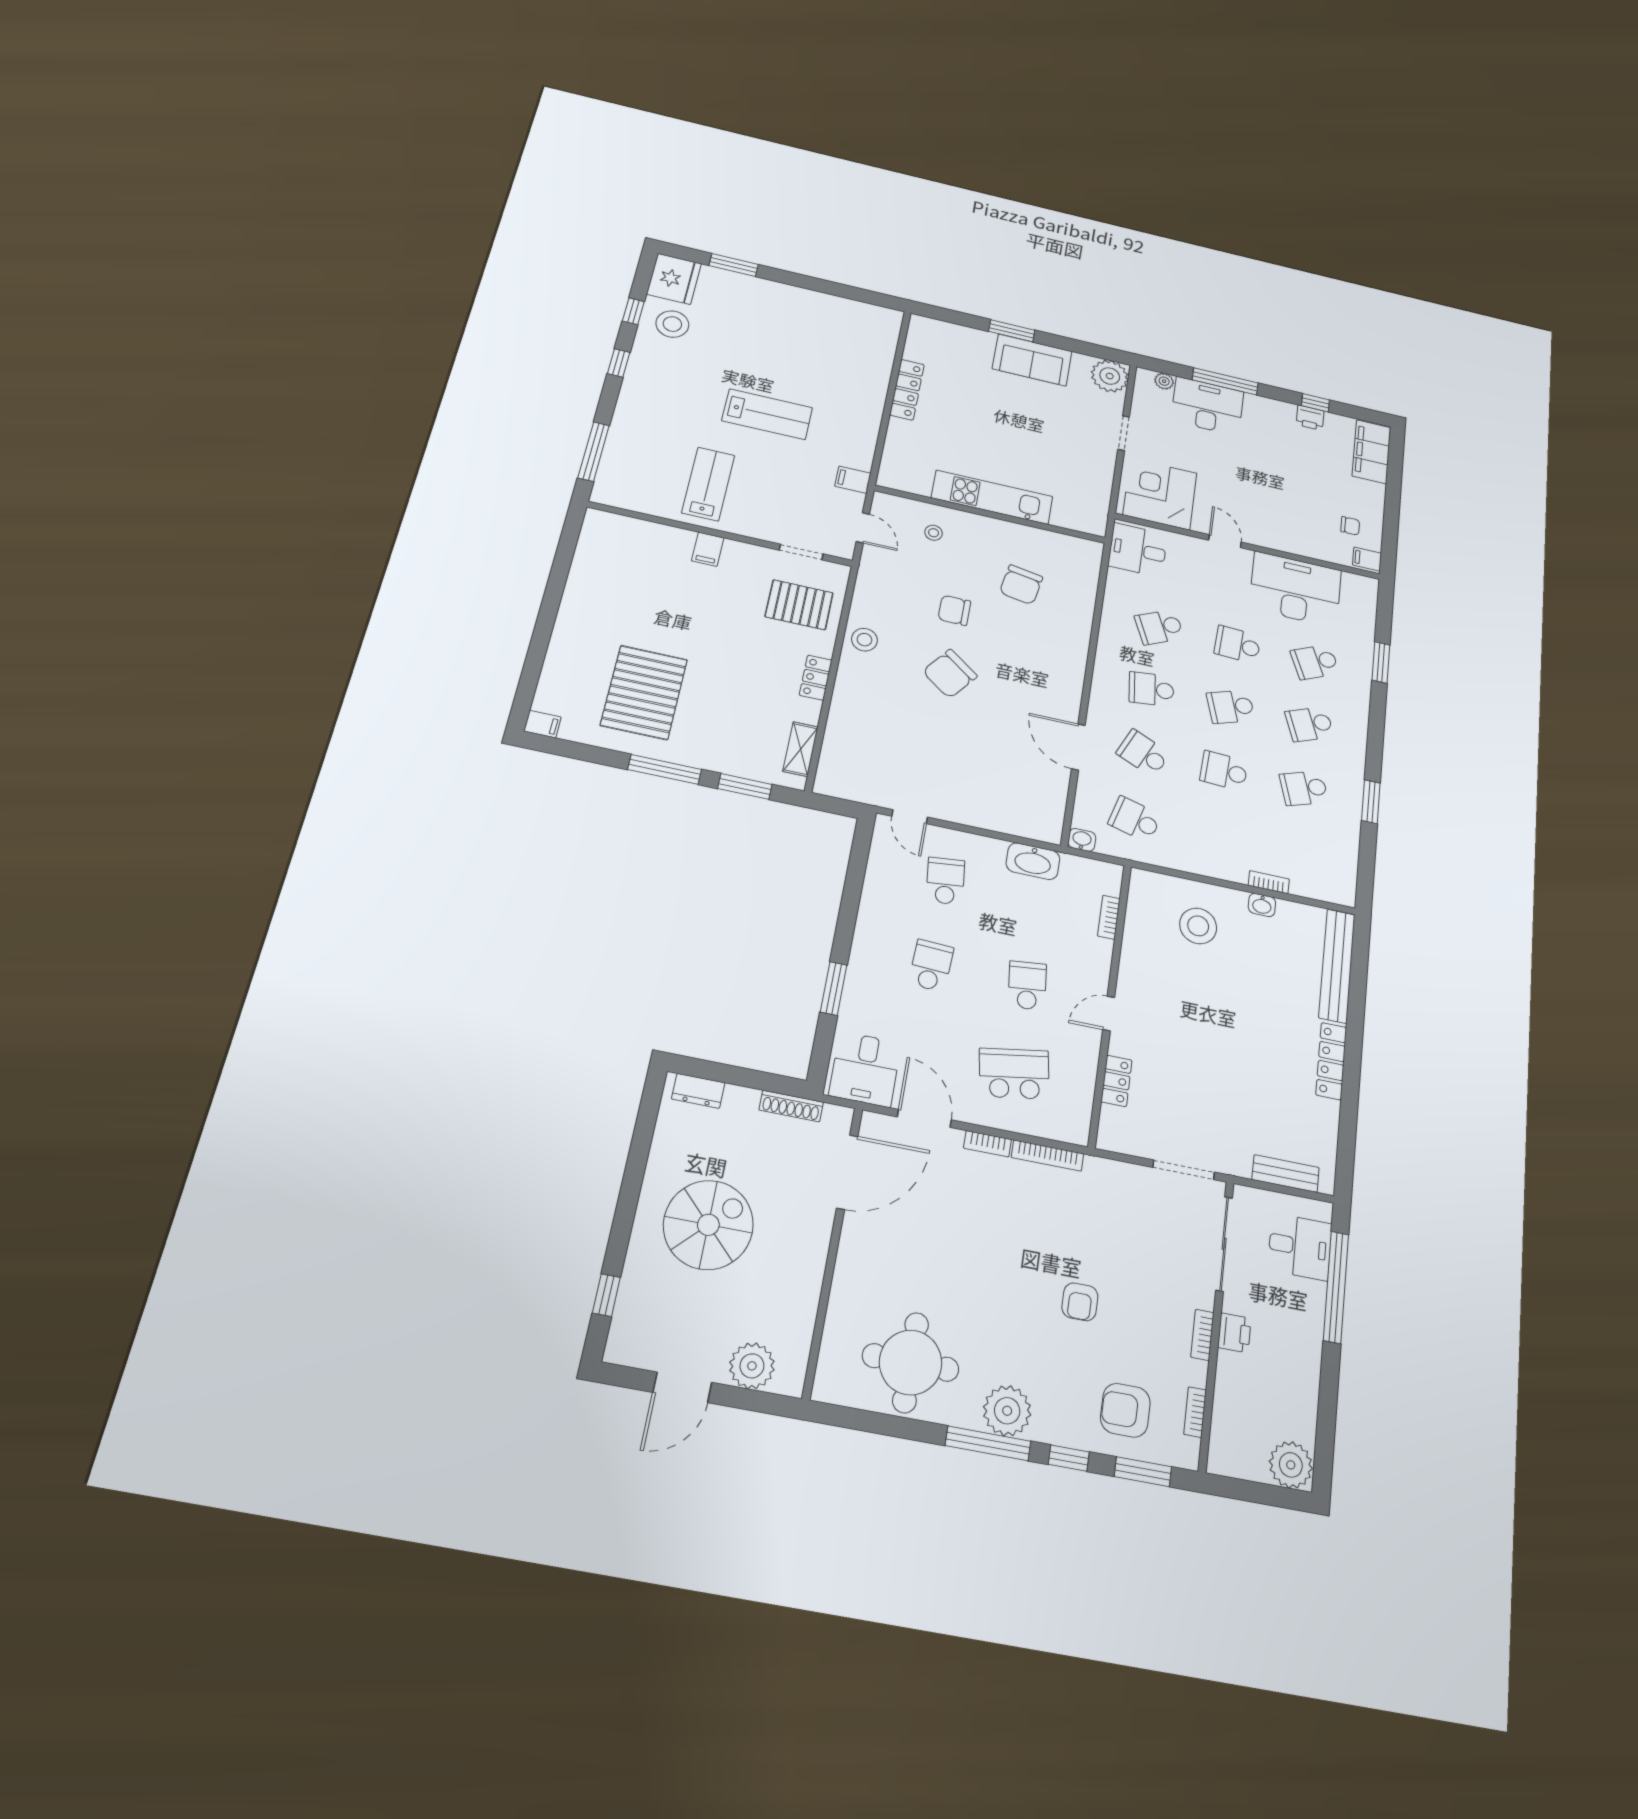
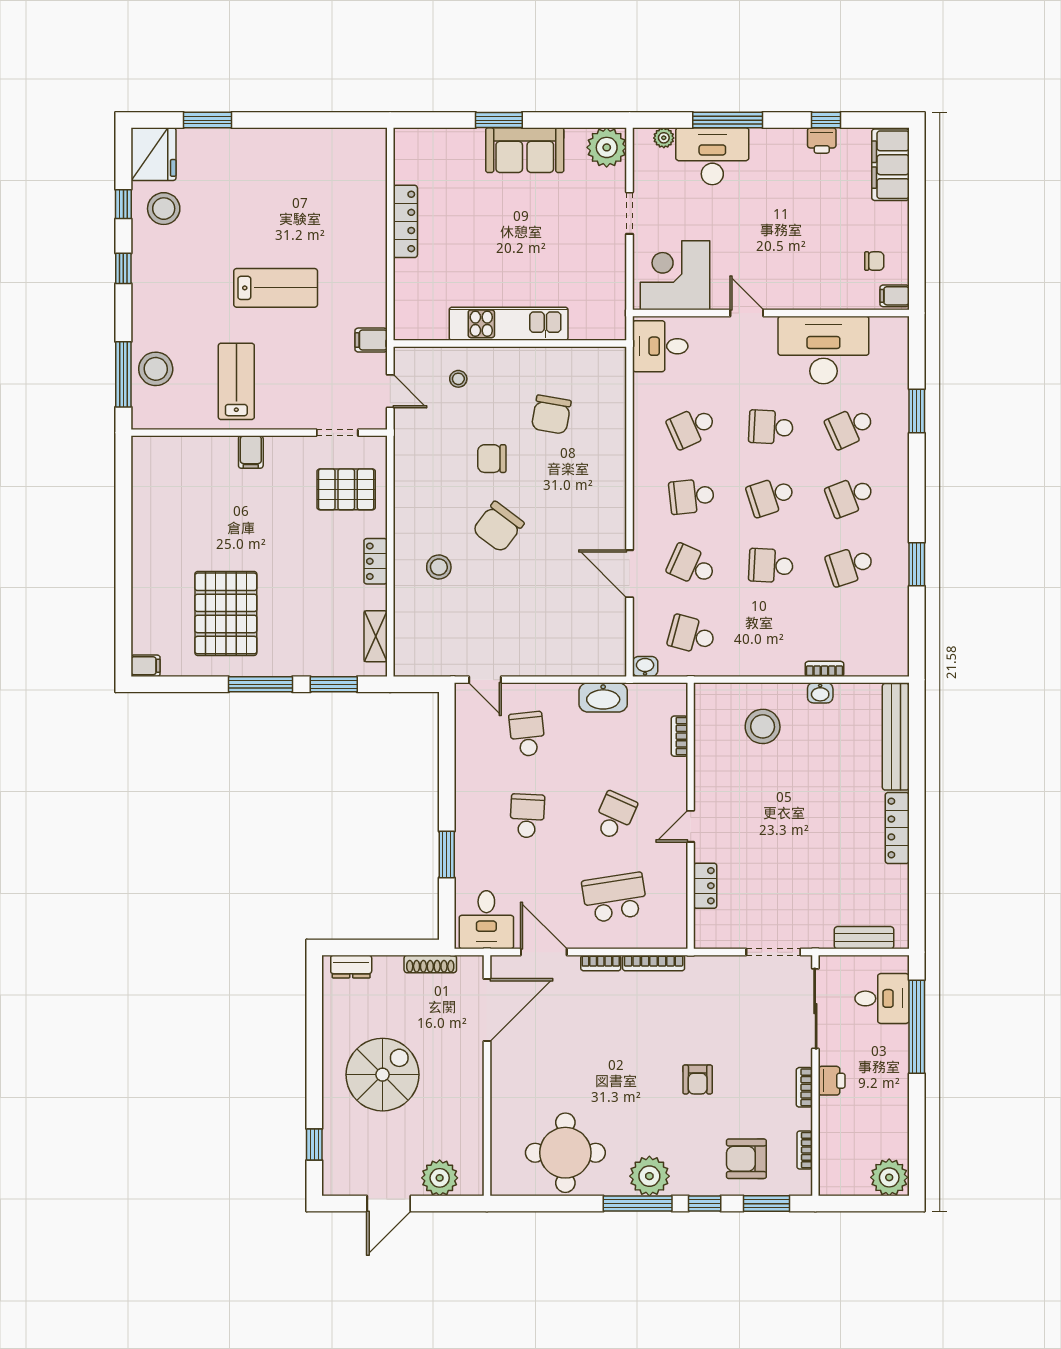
stool: (628, 455) -> (156, 369), added
stool: (864, 640) -> (439, 567), moved
school desk: (1027, 985) -> (615, 816), turned 30

